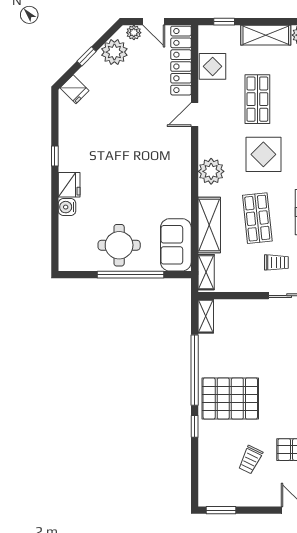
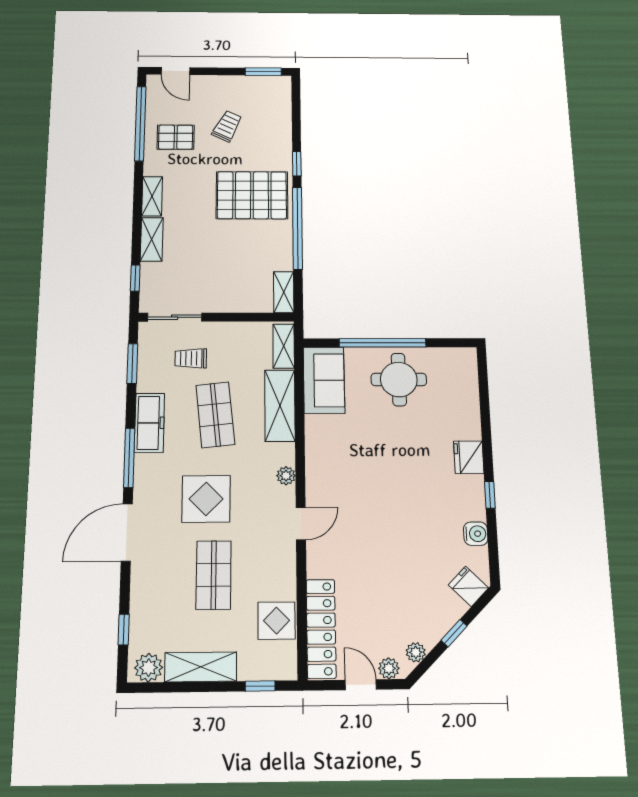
plant: (114, 52) -> (416, 652), width x0.53, depth x0.53
door: (195, 115) -> (301, 523), moved
plant: (211, 171) -> (286, 476), width x0.53, depth x0.53
water cooler: (67, 207) -> (476, 534), moved

